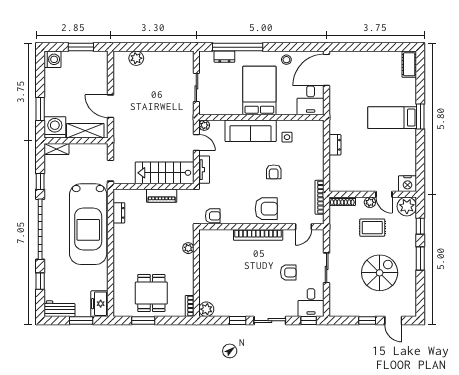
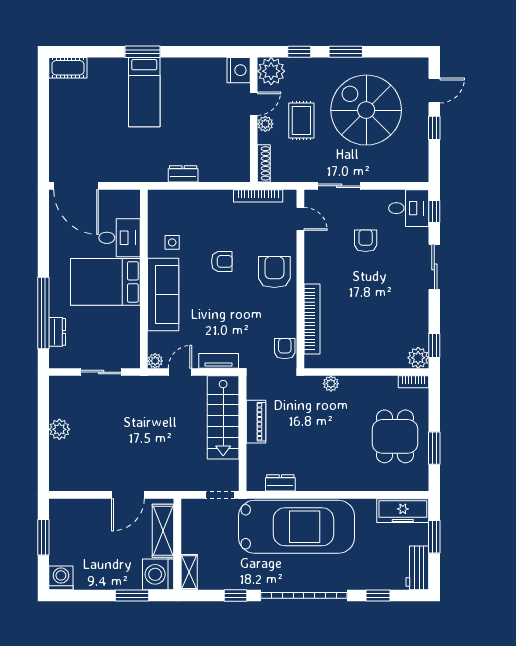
plant: (136, 58) -> (59, 429), moved
stool: (286, 60) -> (61, 243), removed
desk: (311, 100) -> (120, 238), moved
bookcase: (258, 235) -> (312, 319), moved
sliding door: (327, 268) -> (339, 186), moved
spiral stairs: (380, 273) -> (366, 110), width x1.37, depth x1.37
dining table: (151, 293) -> (395, 436), turned 90
freezer: (99, 304) -> (403, 511), width x1.40
window: (238, 321) -> (434, 345), moved

